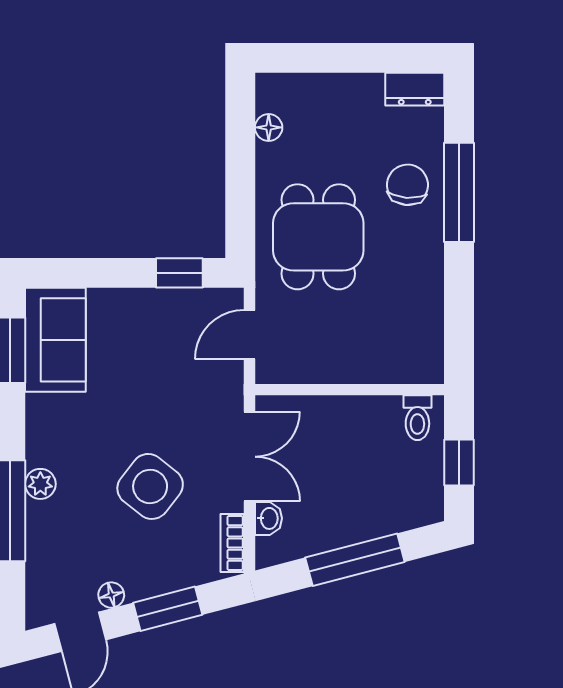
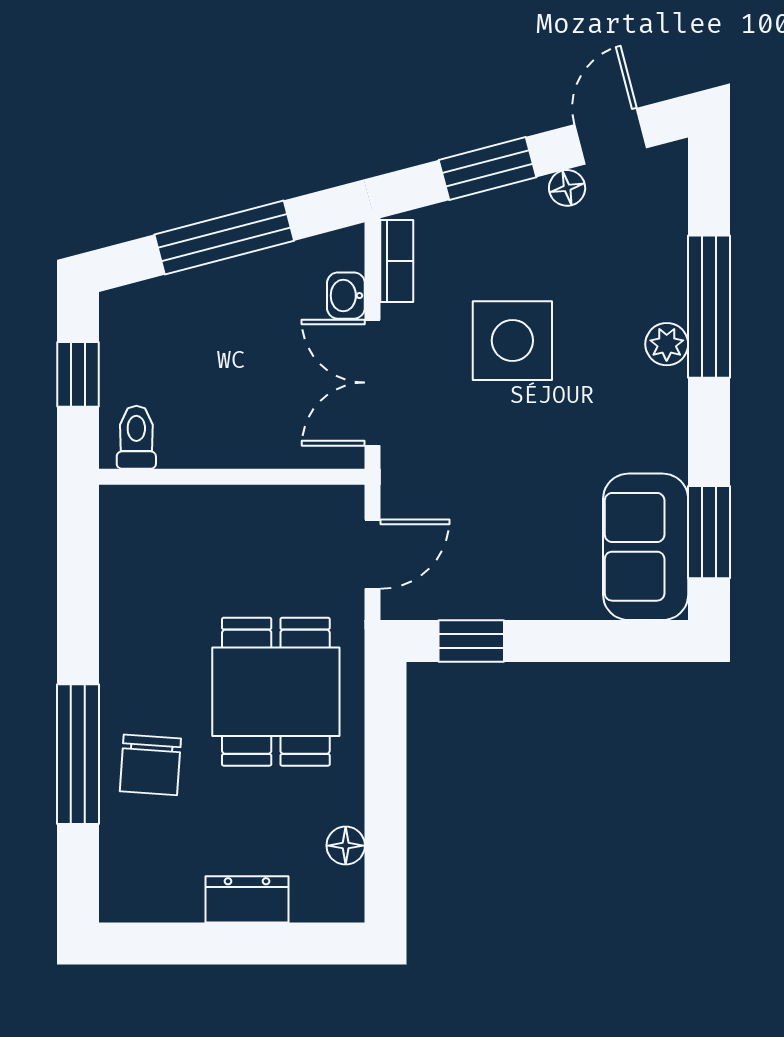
dresser: (415, 89) -> (247, 899), moved
side table: (150, 486) -> (512, 341), turned -38

